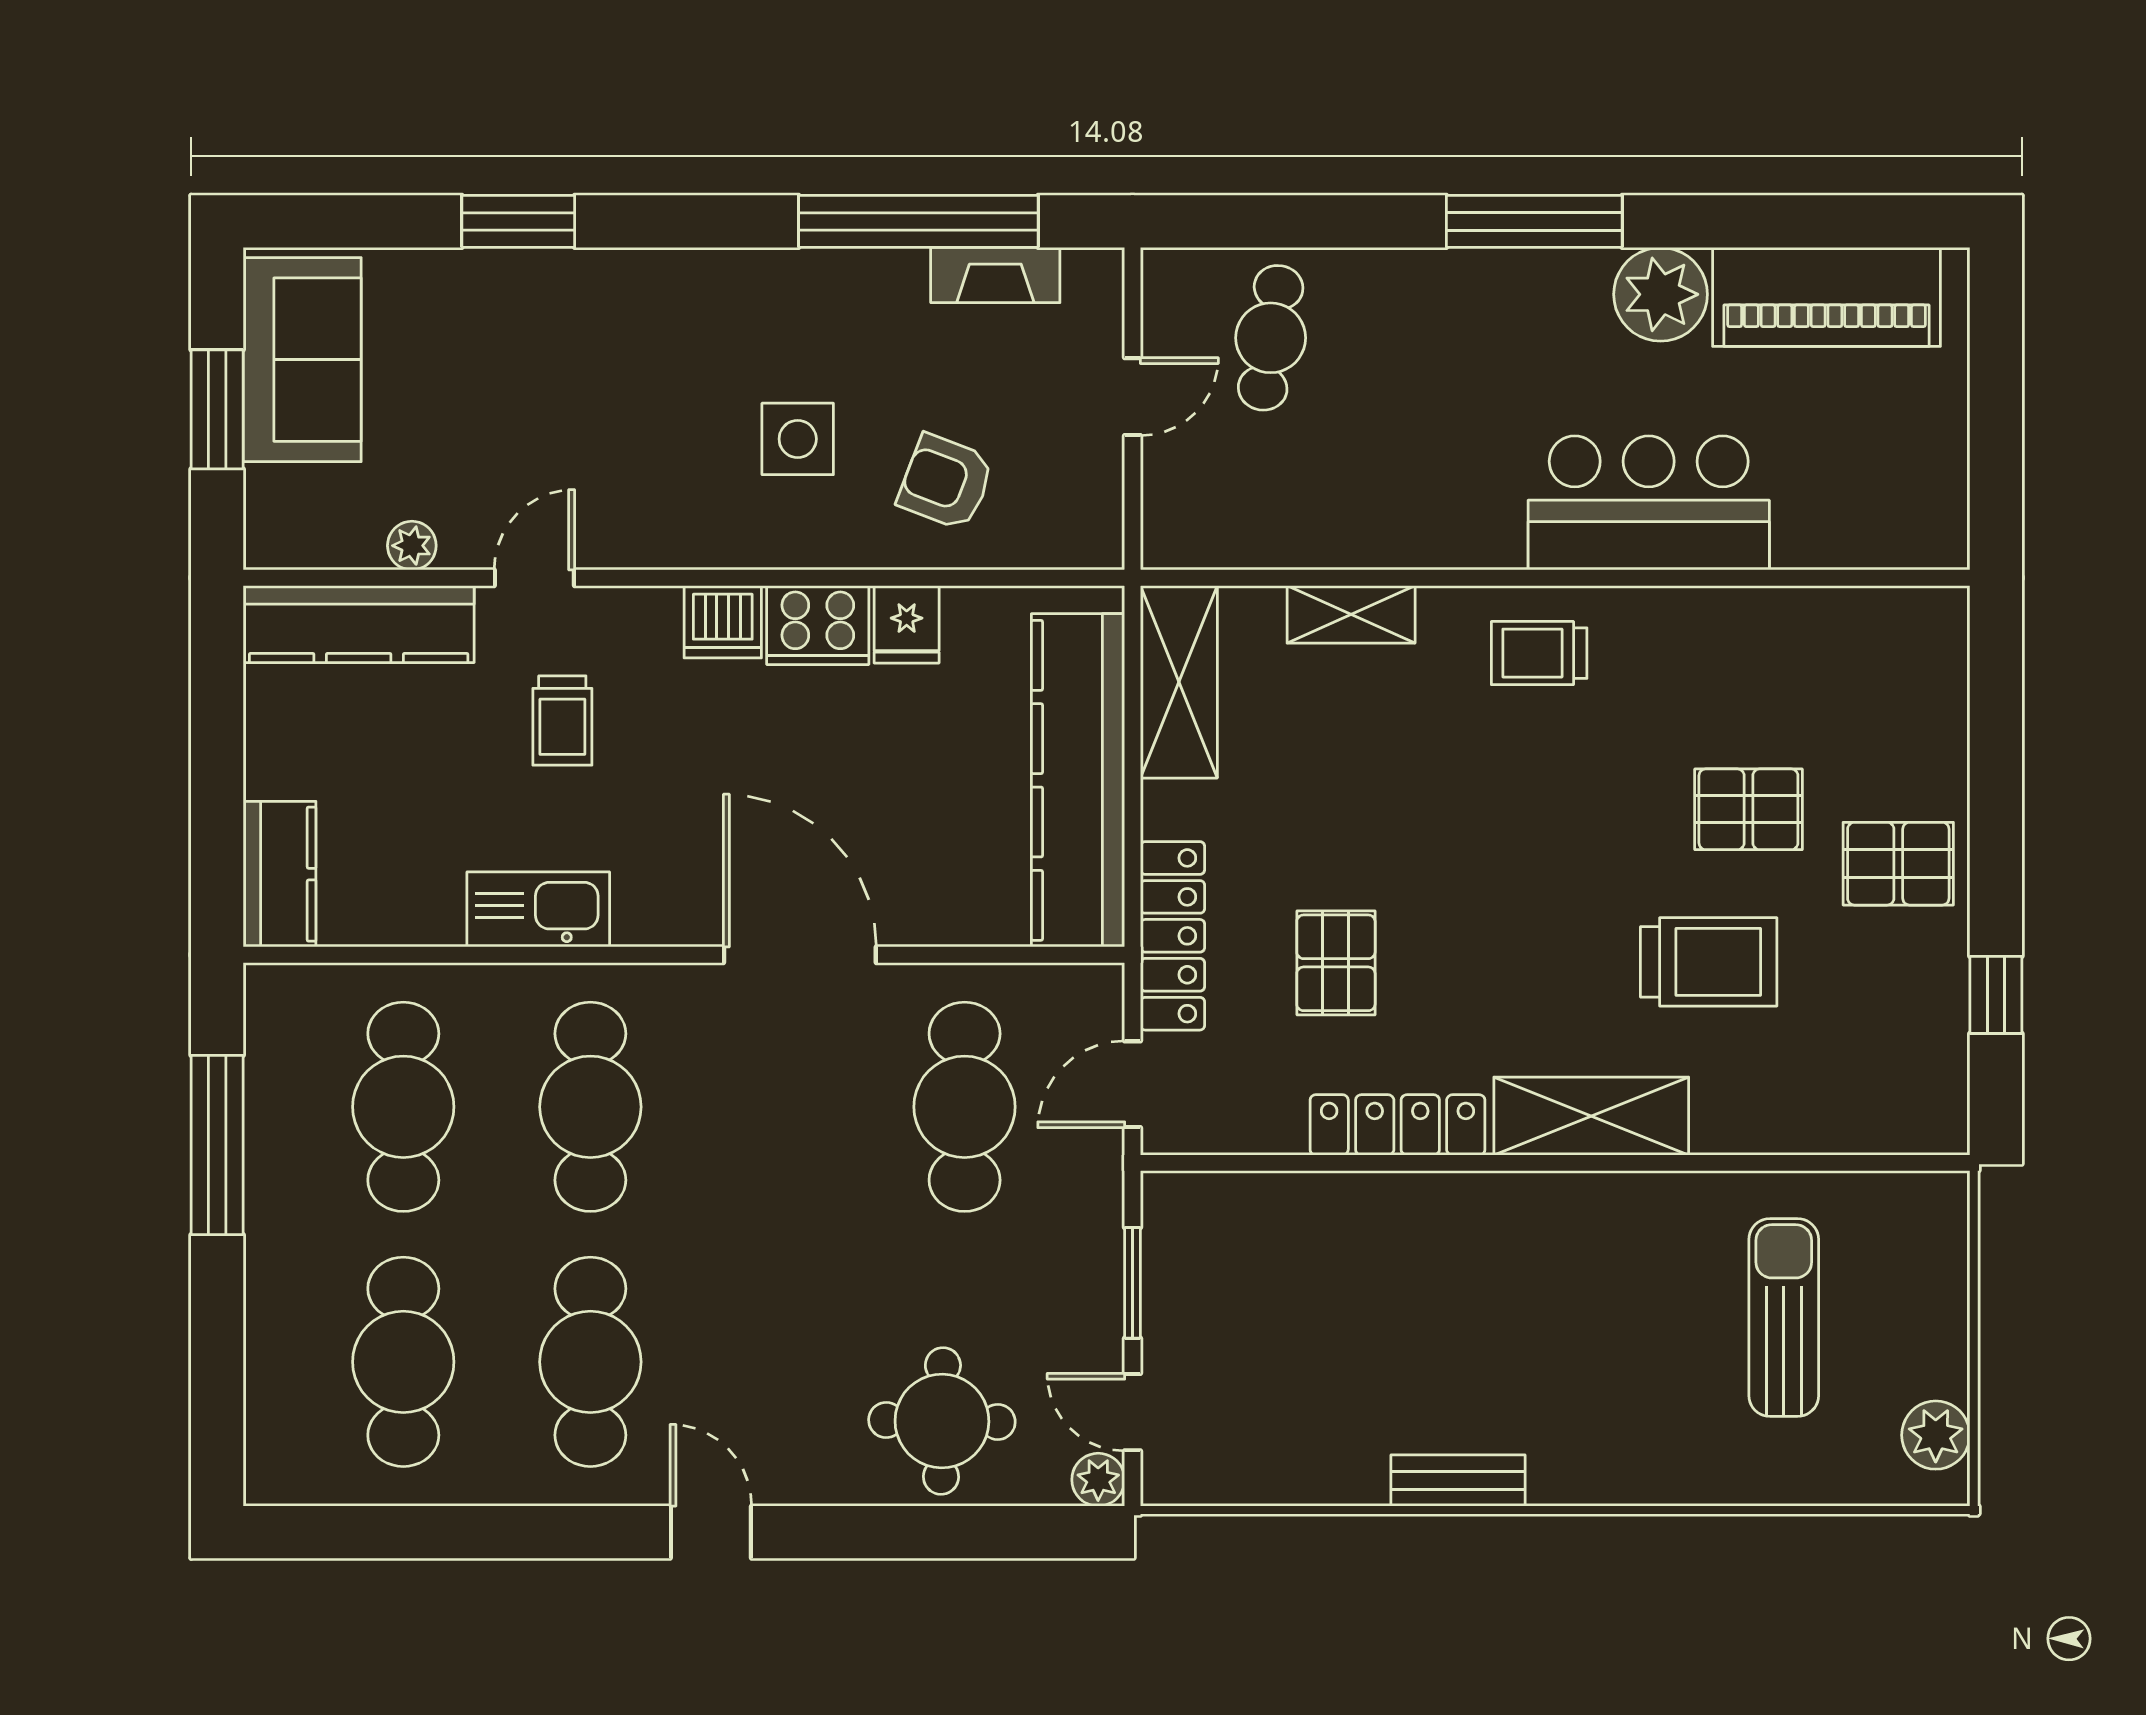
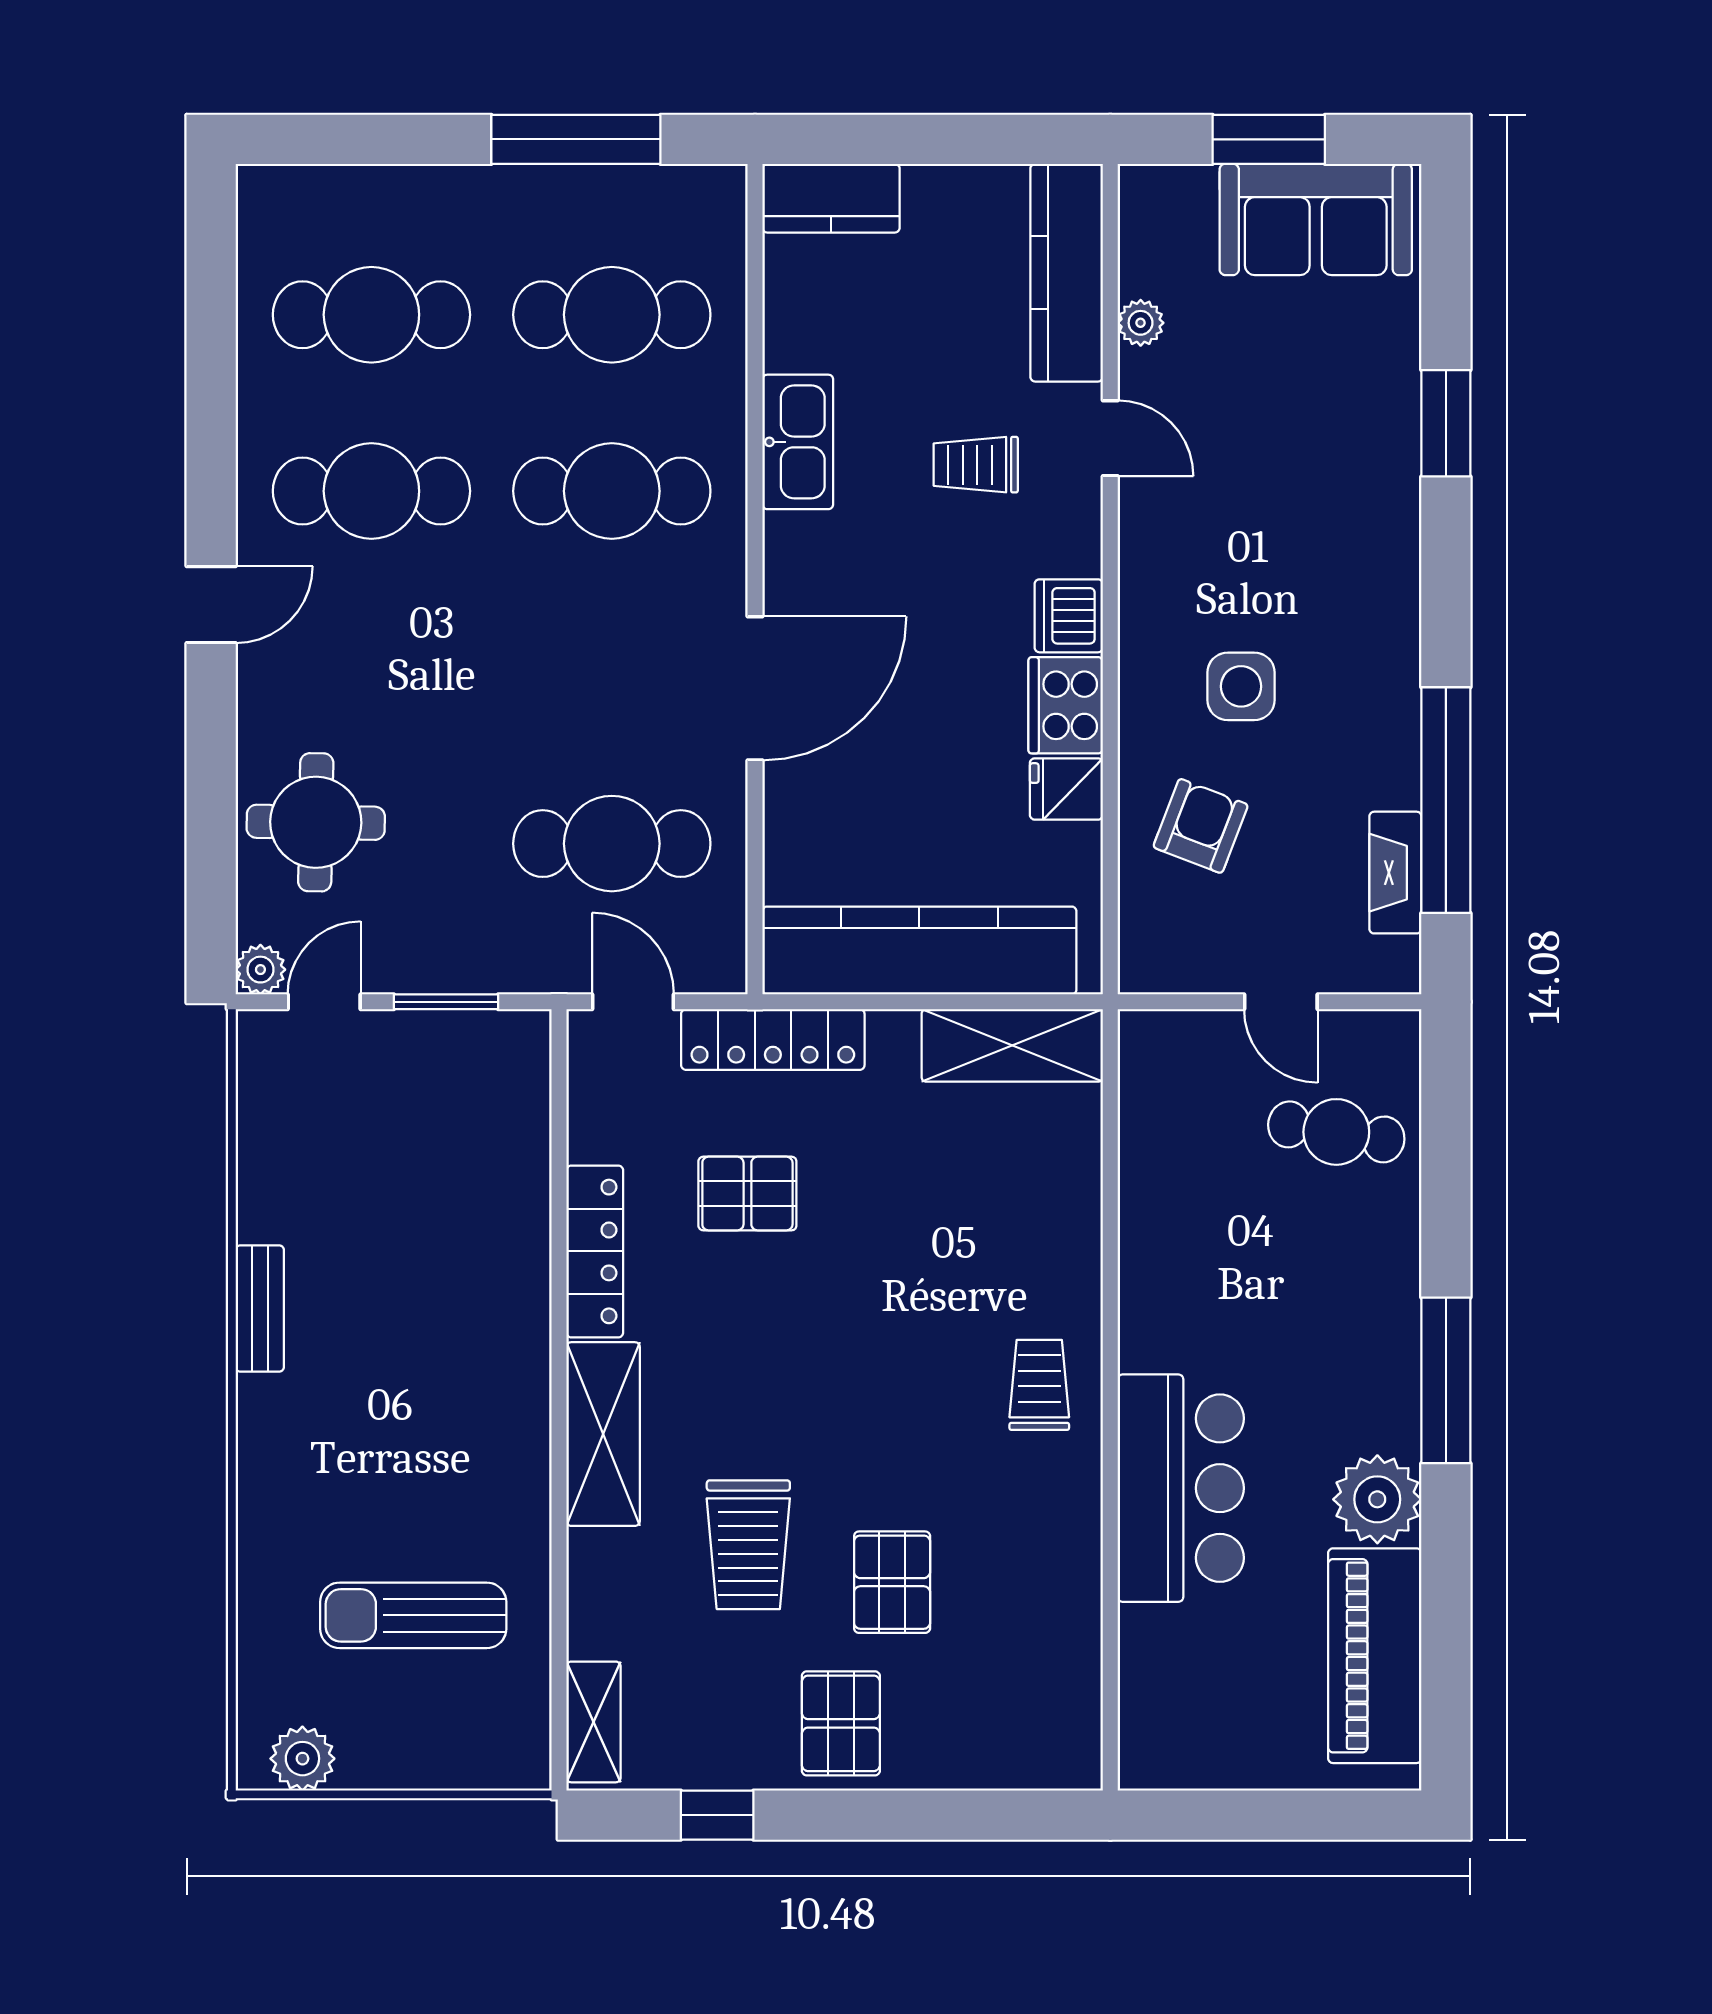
shelving: (1351, 614) -> (593, 1722), moved
sun lounger: (1784, 1318) -> (413, 1615), turned 180

